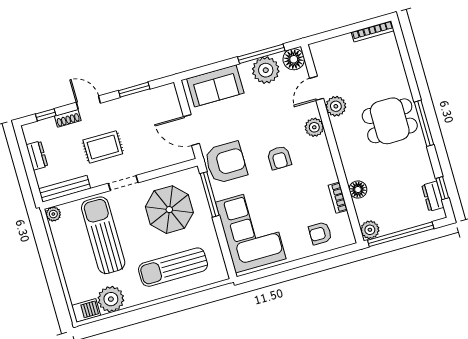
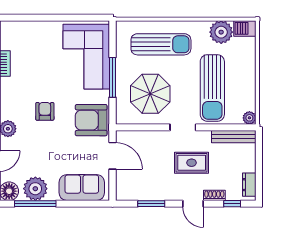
dresser: (37, 156) -> (249, 185), moved
window: (210, 194) -> (113, 77), moved
armchair: (320, 233) -> (28, 38), removed

